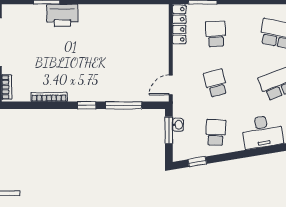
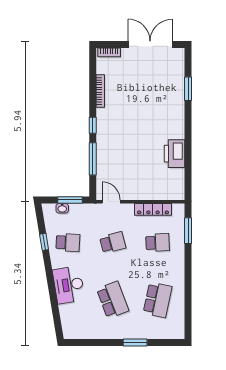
printer: (62, 15) -> (175, 154), moved
locker: (179, 24) -> (153, 209), moved
washbasin: (178, 125) -> (62, 208), moved
window: (197, 162) -> (44, 242), moved

